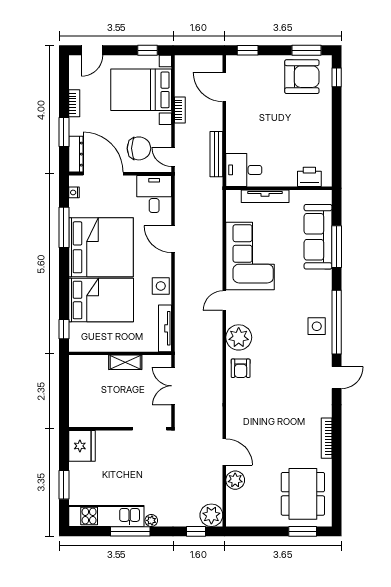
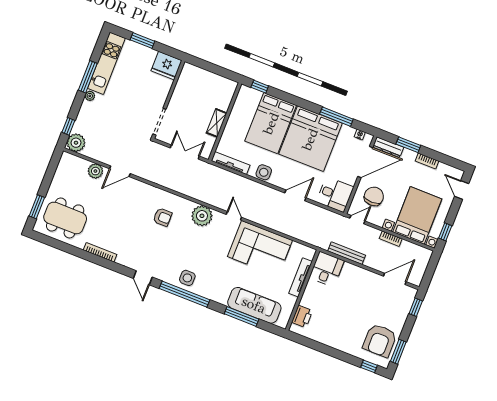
chair: (139, 148) -> (374, 196), turned 180
armchair: (241, 368) -> (163, 217), moved, turned 180

